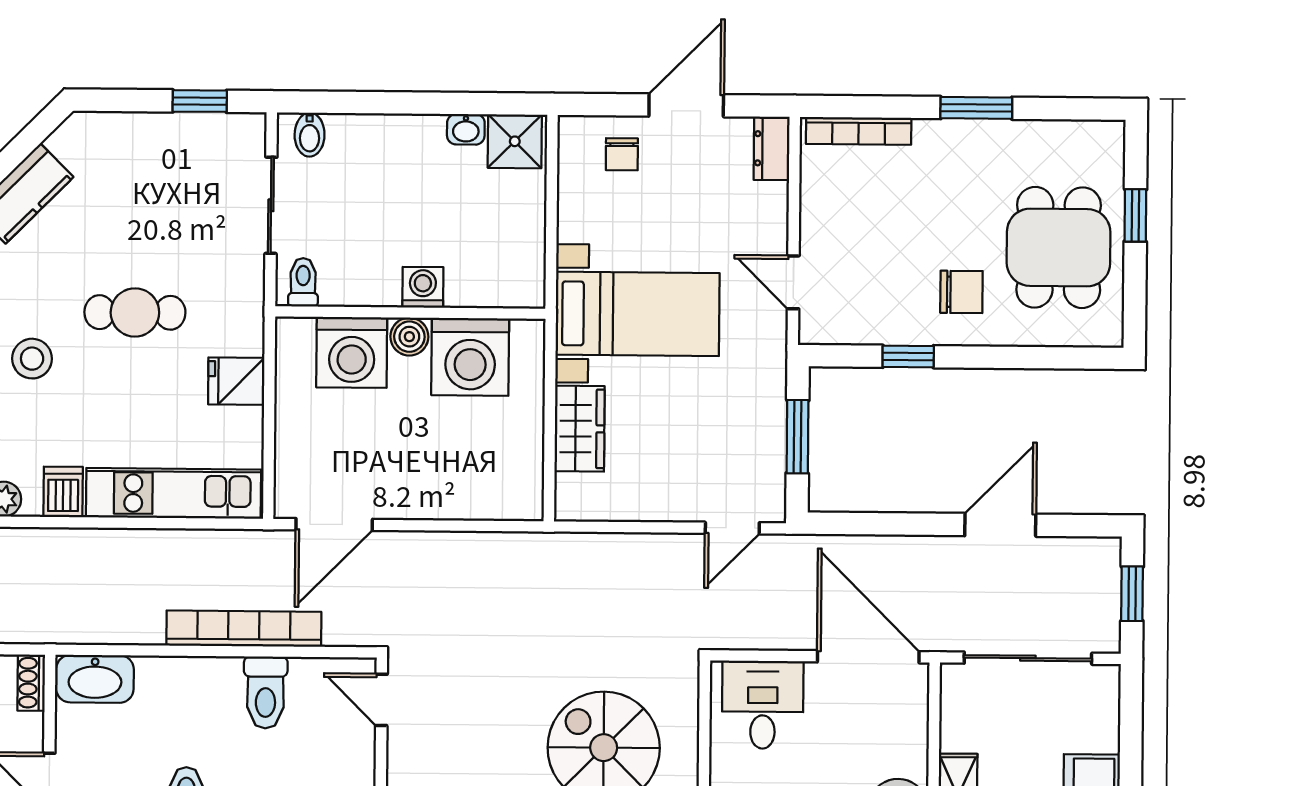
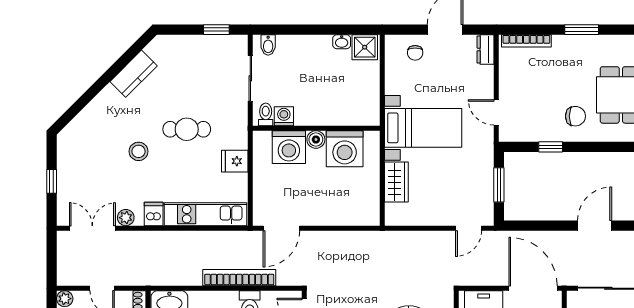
washing machine: (423, 287) -> (284, 116), moved

